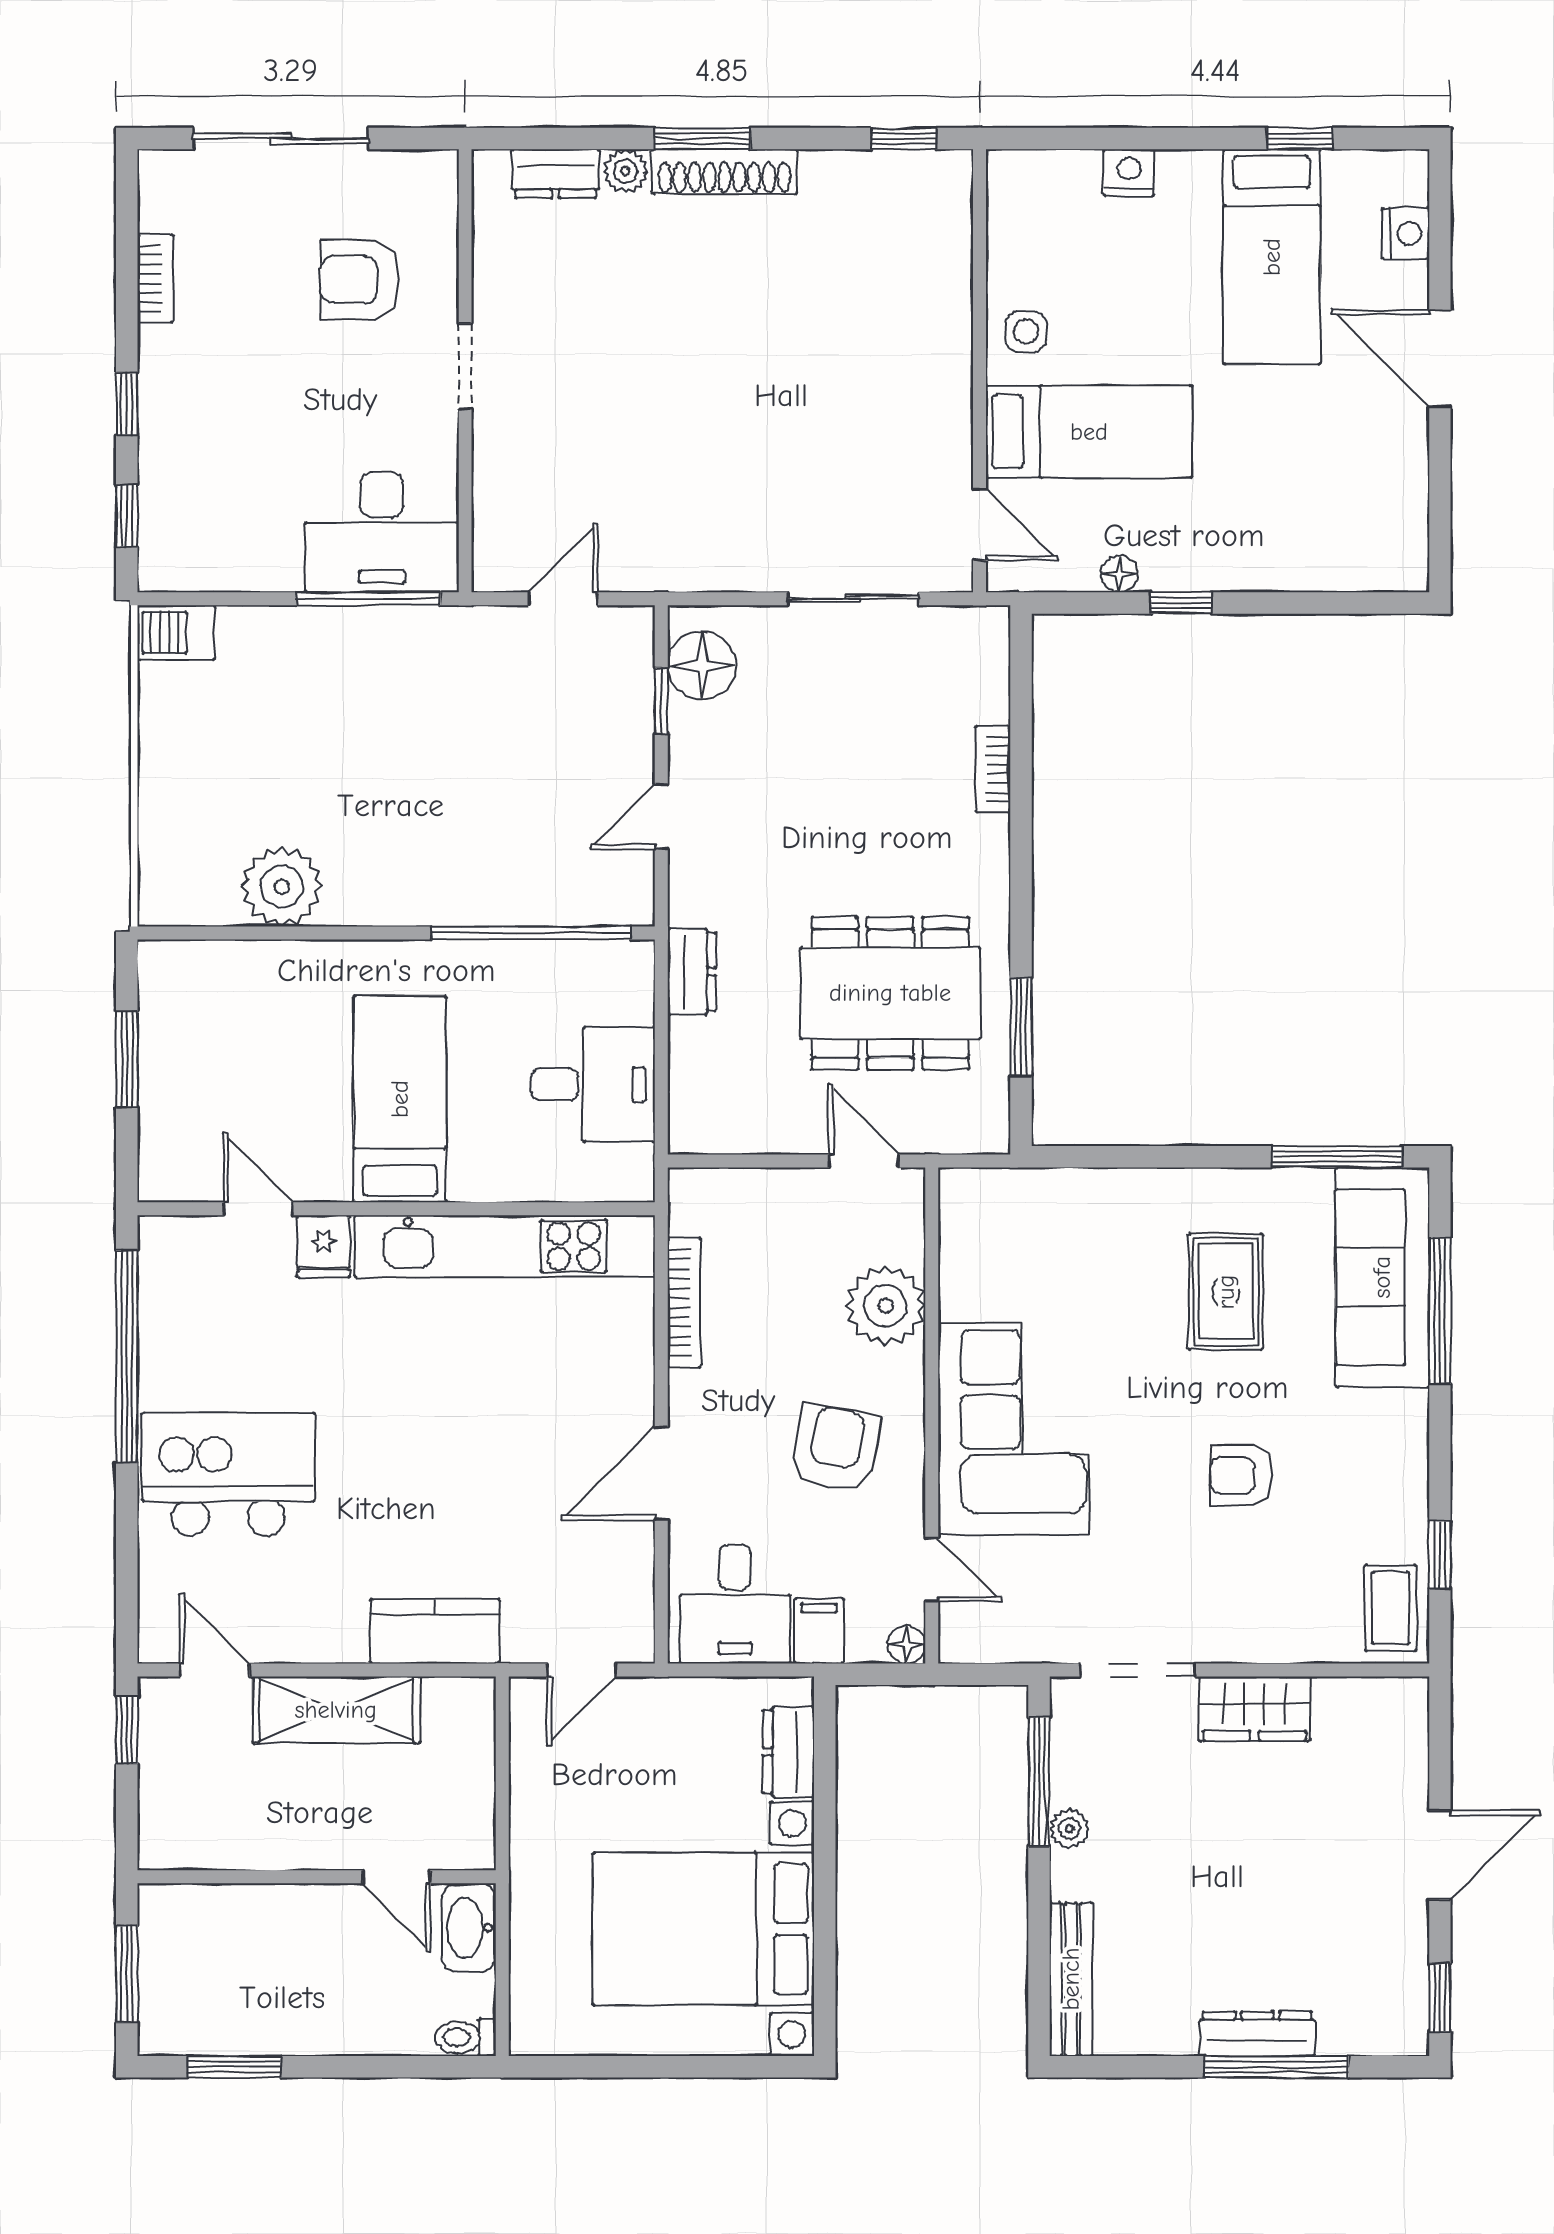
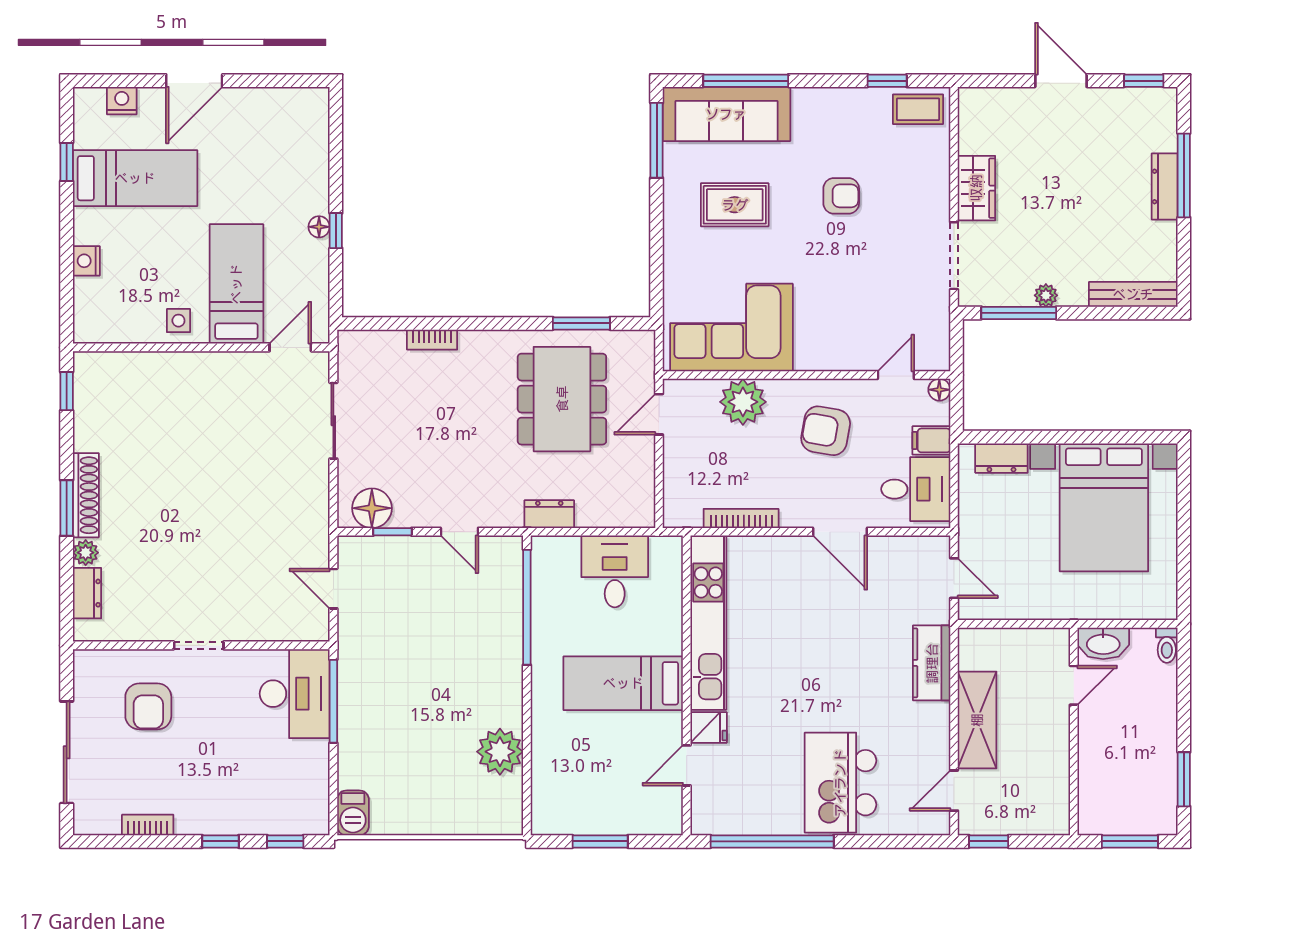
floor lamp: (1119, 574) -> (319, 227), moved
corner sofa: (1014, 1429) -> (731, 328), moved
armchair: (1241, 1475) -> (841, 196), turned -90

